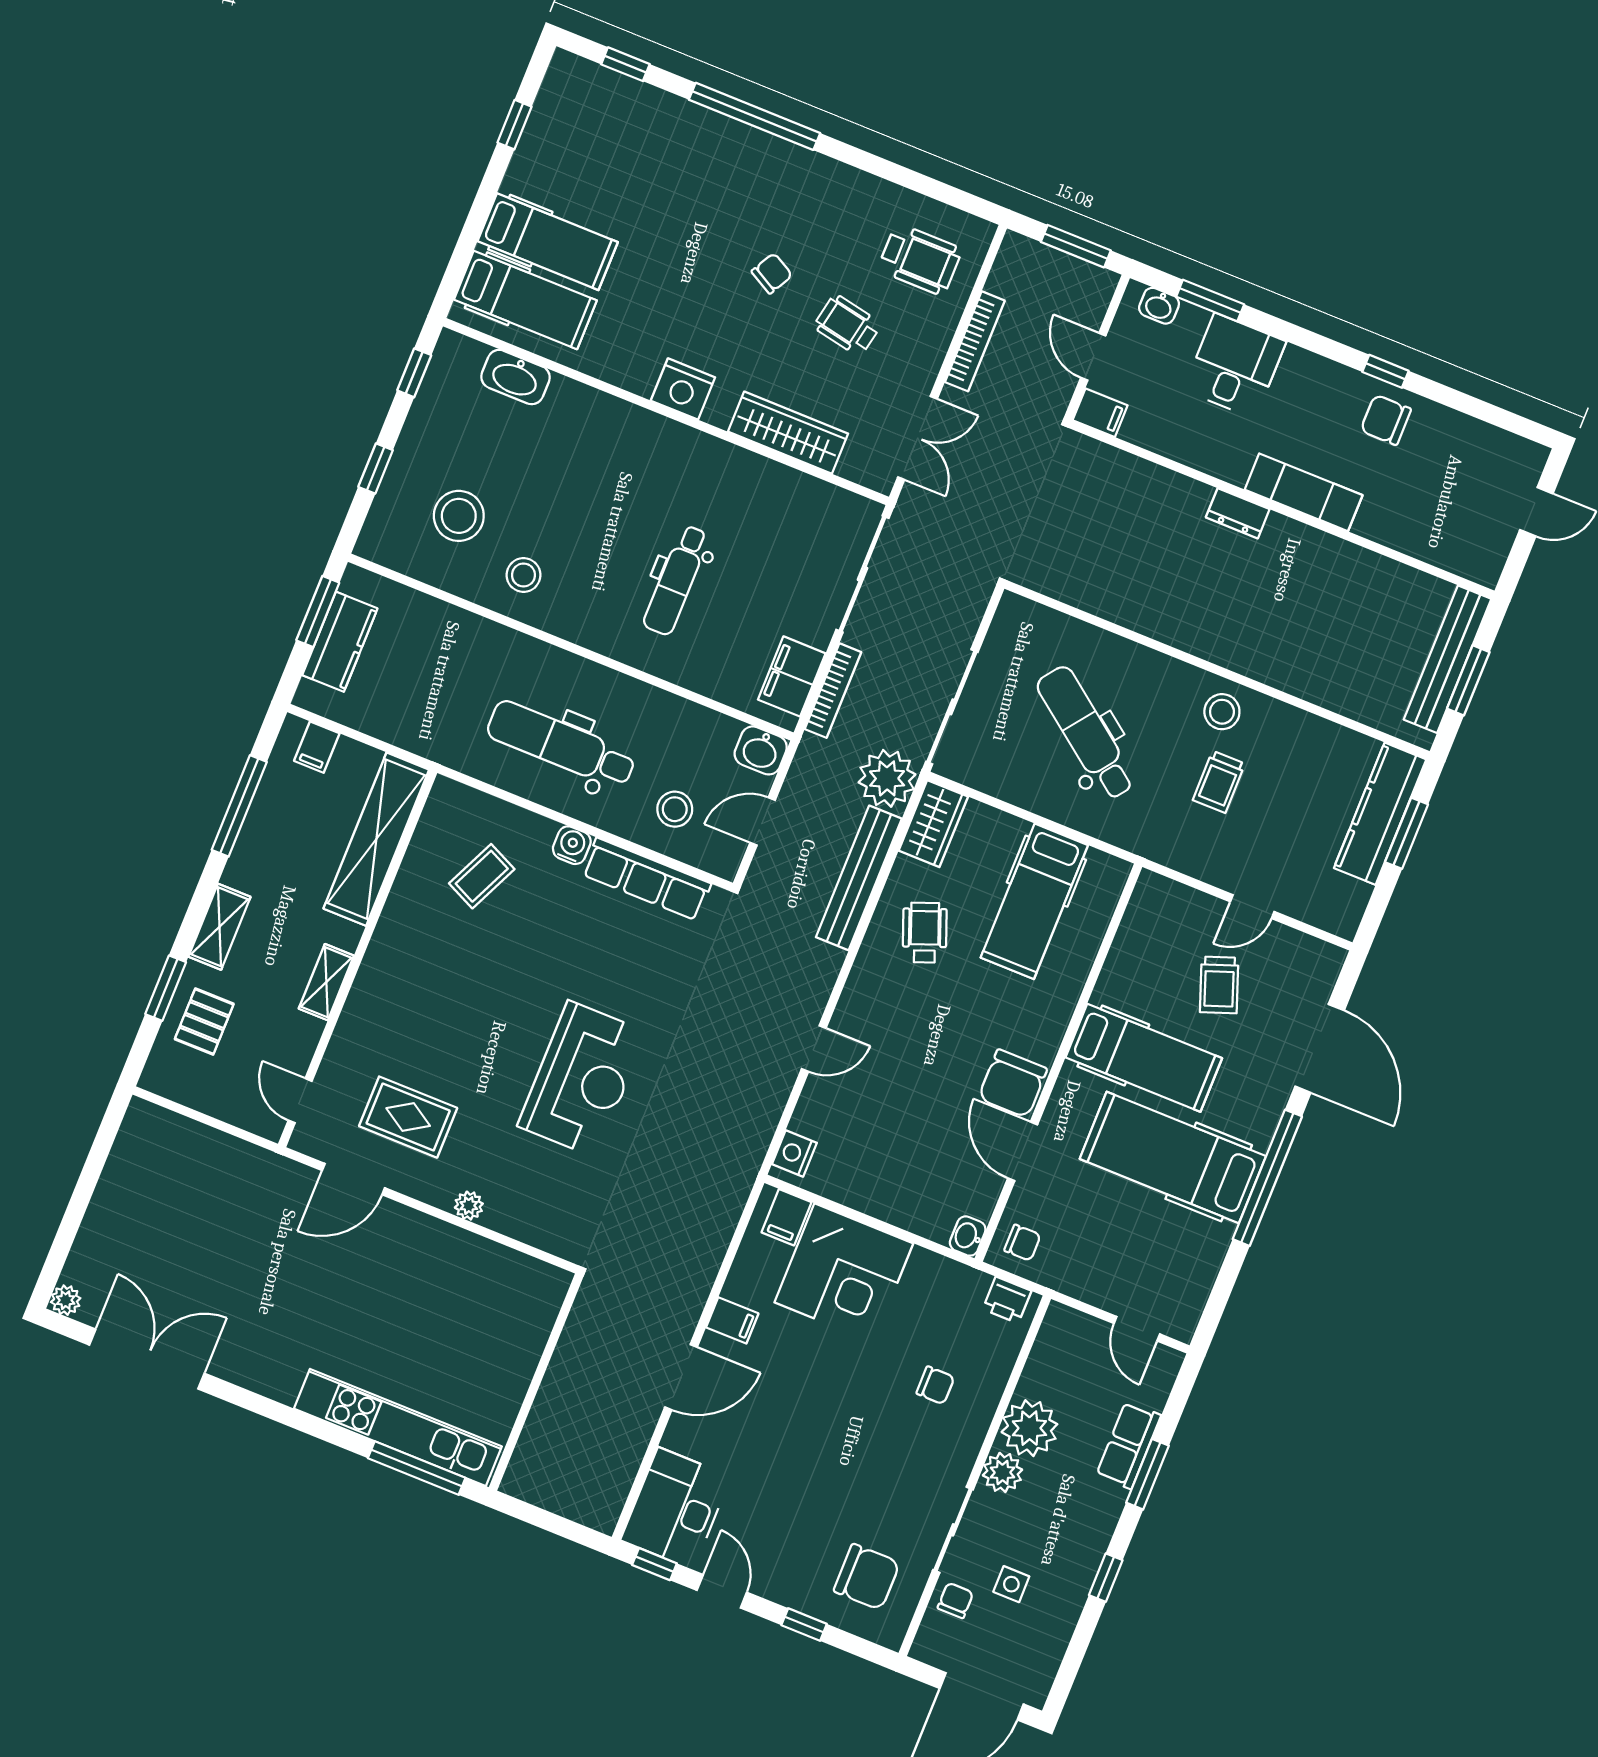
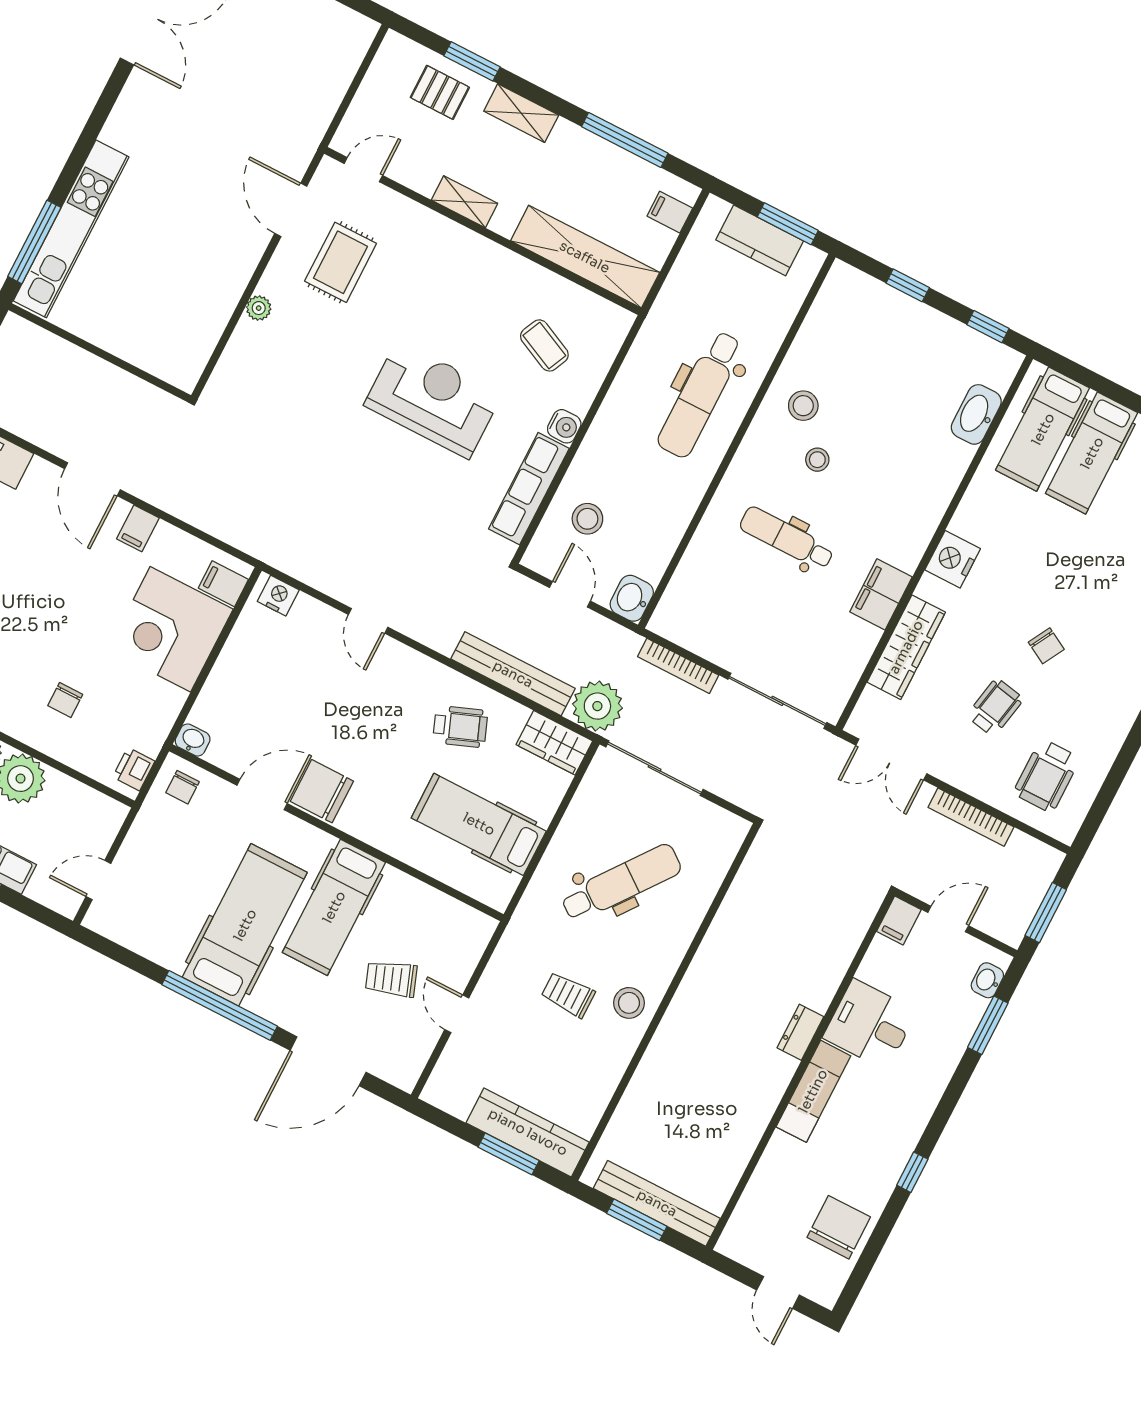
desk: (1235, 366) -> (870, 1024), moved, turned 180
chair: (1386, 420) -> (839, 1227), moved, width x1.37, depth x1.37
stool: (459, 516) -> (817, 460), moved, width x0.53, depth x0.53
filing cabinet: (792, 676) -> (881, 594), moved, turned -90
dental chair: (561, 744) -> (700, 394), moved, turned 180
reception desk: (582, 1079) -> (433, 399), moved, turned 180

